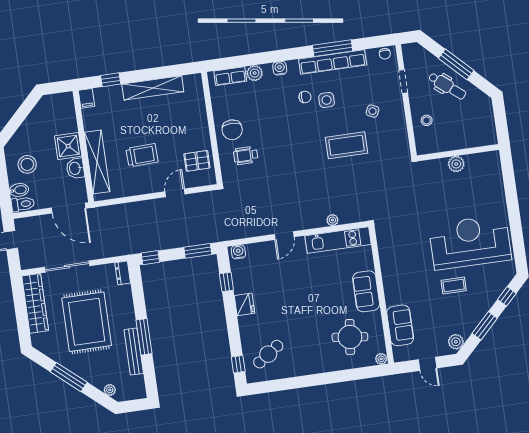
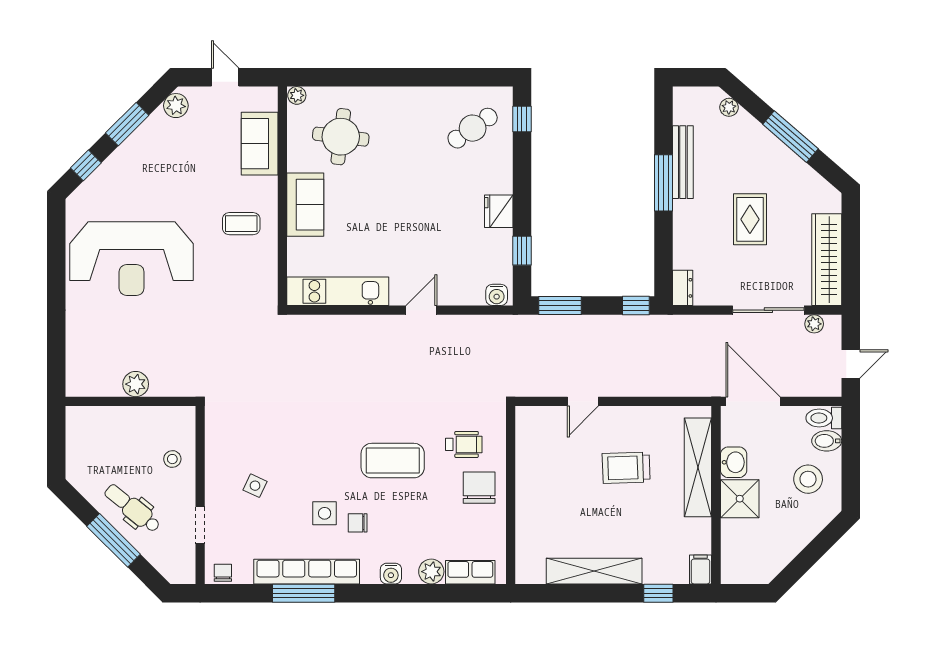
coffee table: (346, 145) -> (393, 461), moved
pallet: (197, 161) -> (541, 447), removed
plant: (332, 220) -> (814, 324), moved
coffee table: (454, 285) -> (241, 224), moved
rug: (87, 322) -> (750, 219), width x0.54, depth x0.49

